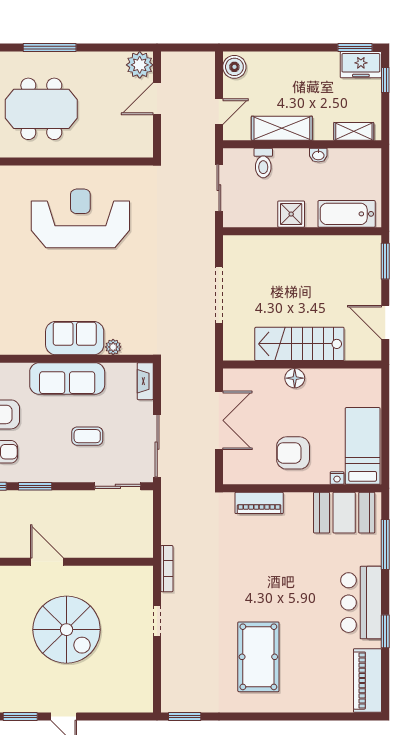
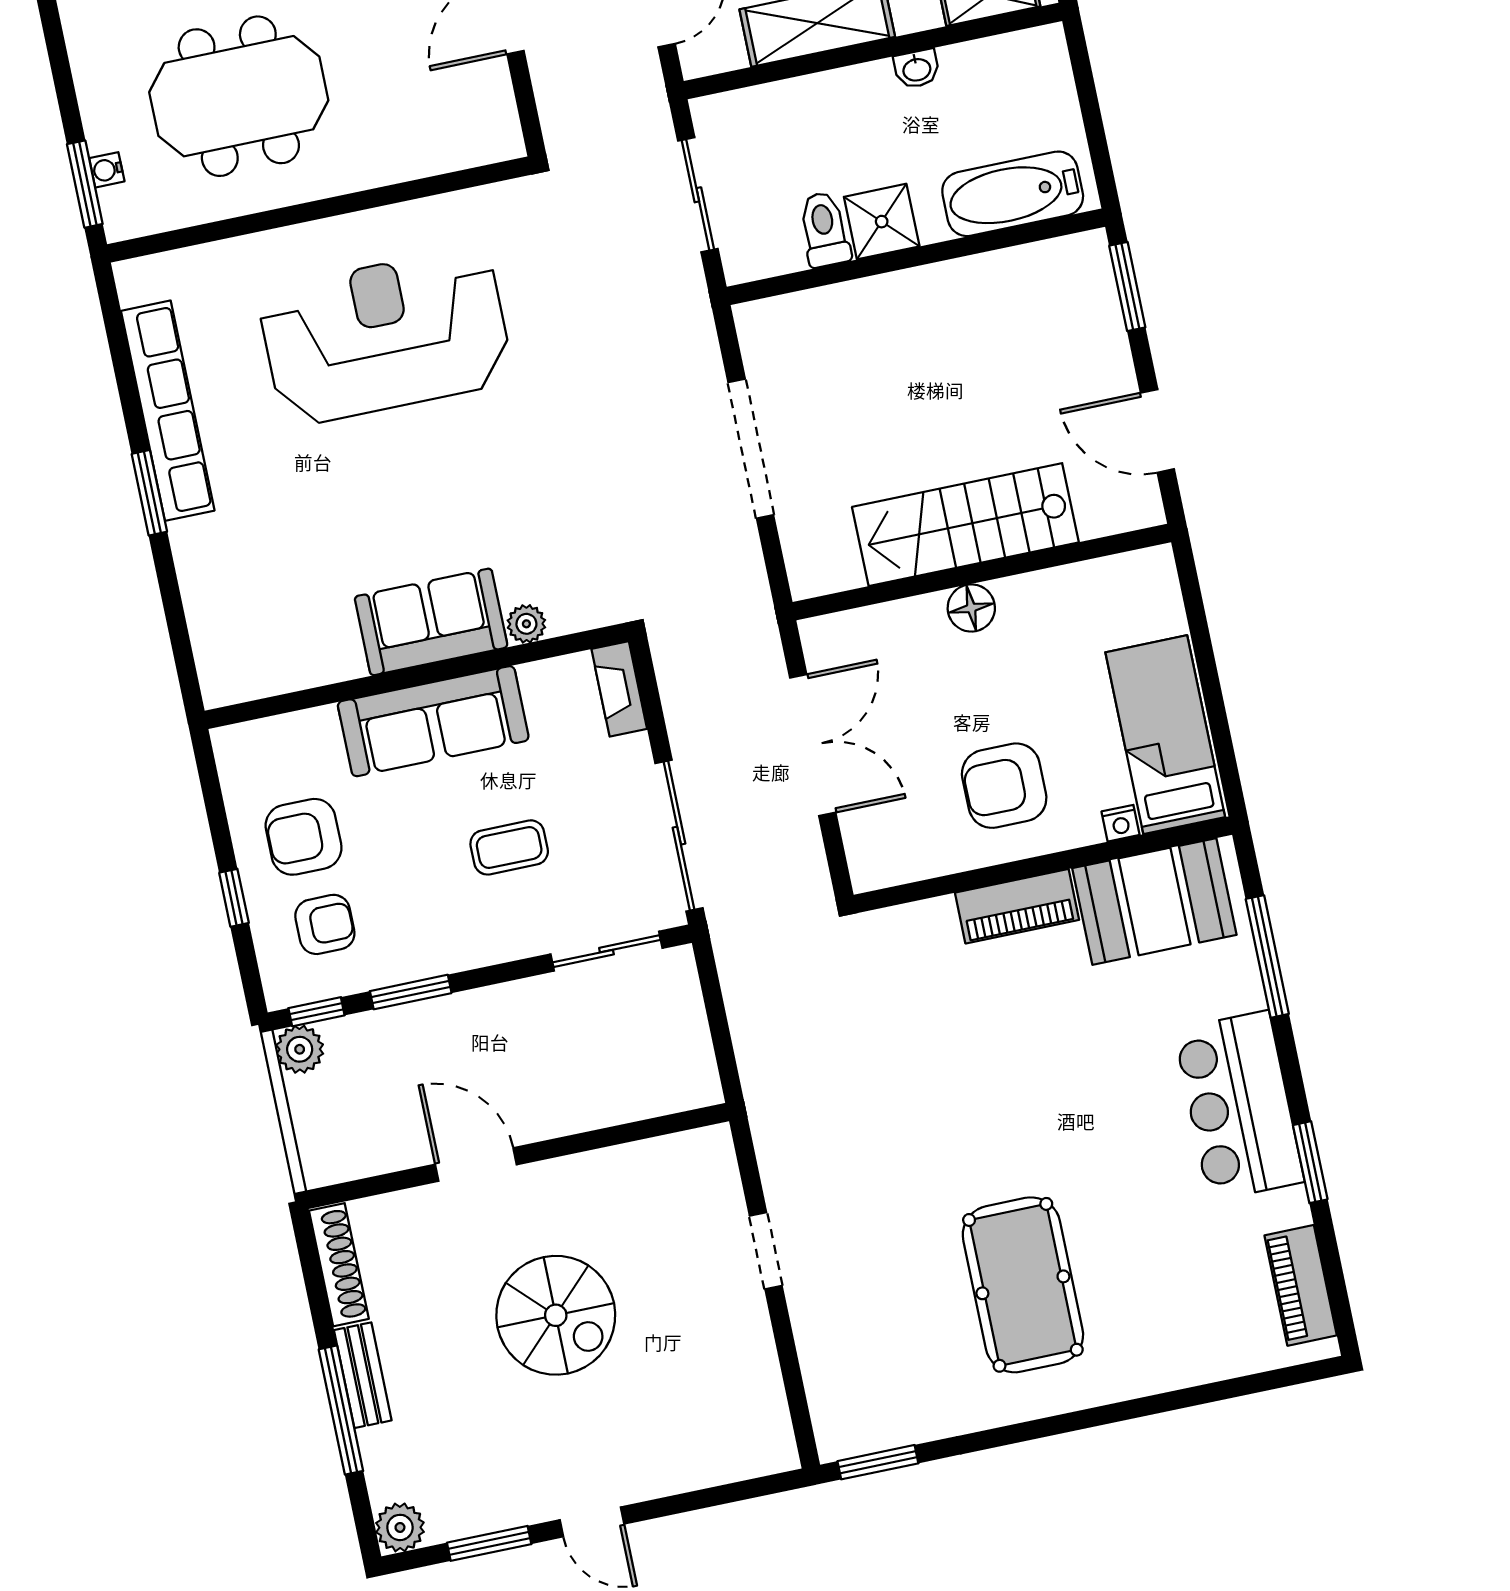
toilet: (263, 163) -> (824, 229), moved, turned 180
piano: (259, 503) -> (1017, 906), moved
bookcase: (167, 569) -> (763, 1121), removed
spiral stairs: (67, 630) -> (556, 1315), width x0.73, depth x0.73
piano: (367, 681) -> (1301, 1285), width x0.73, depth x0.75

